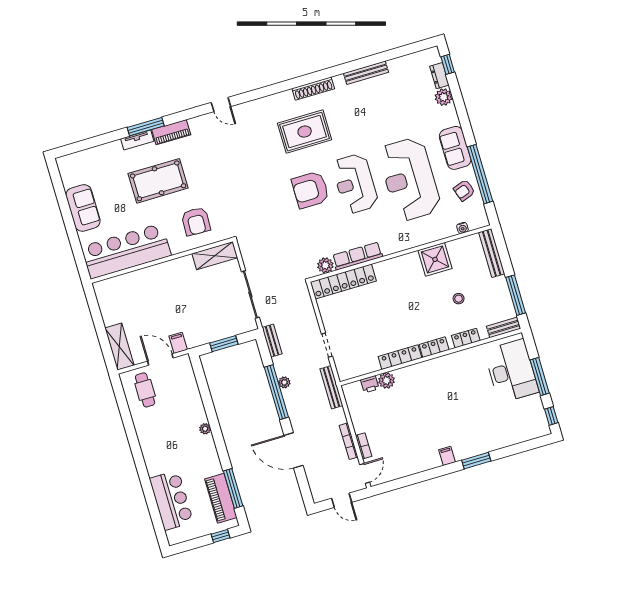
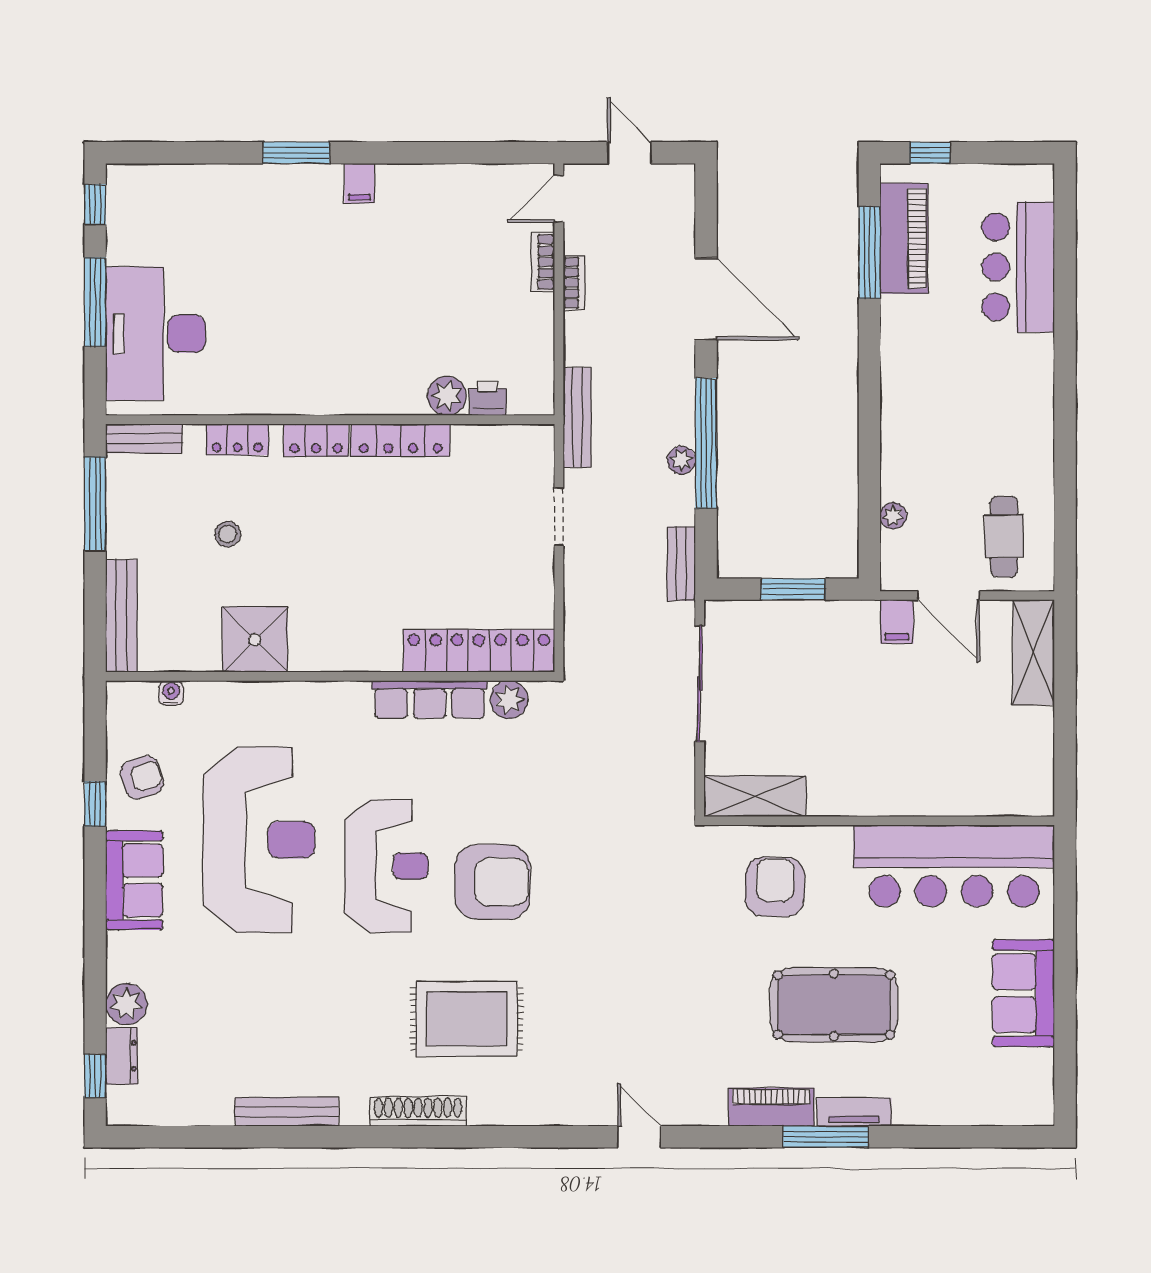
window: (480, 174) -> (95, 804), width x0.32
plant: (205, 429) -> (893, 516), moved
bookcase: (349, 441) -> (574, 283), width x0.64

